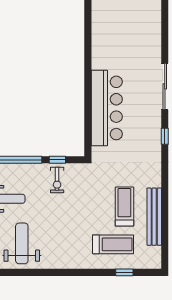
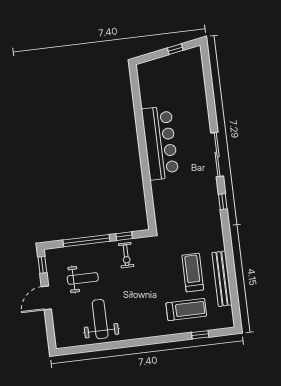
bar counter: (107, 108) -> (160, 143), moved

